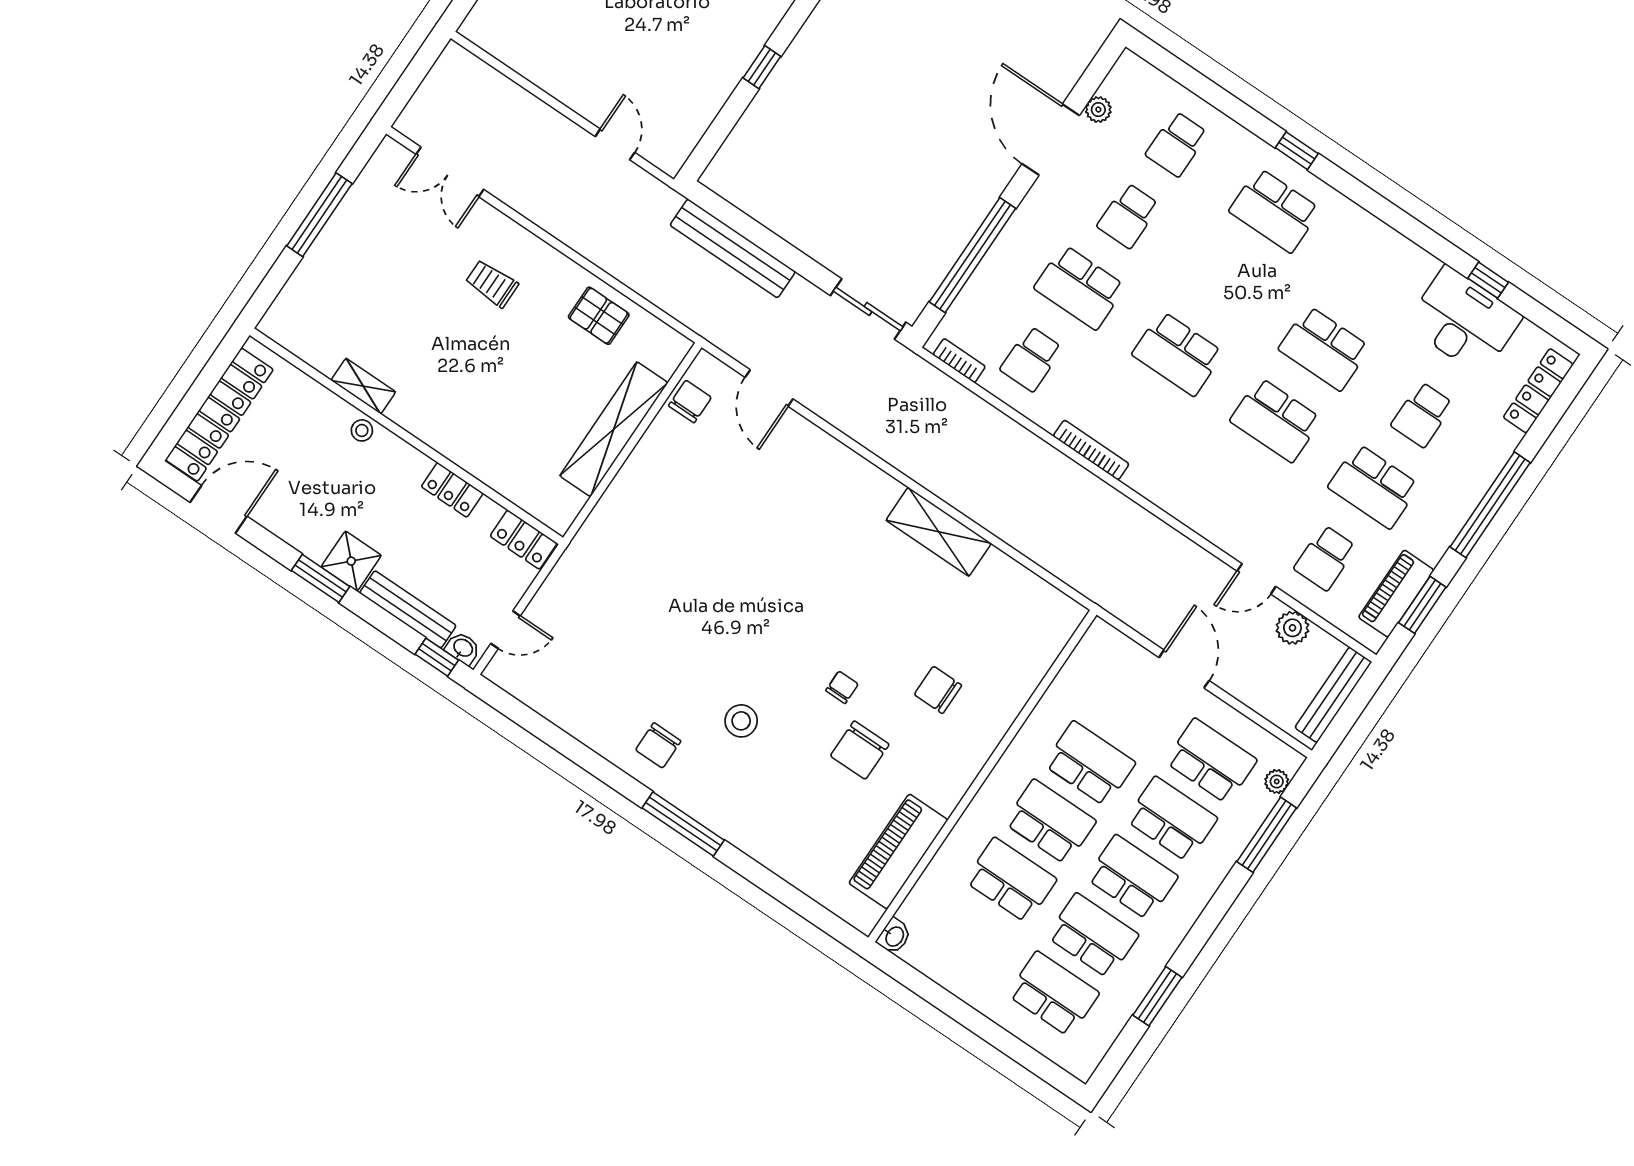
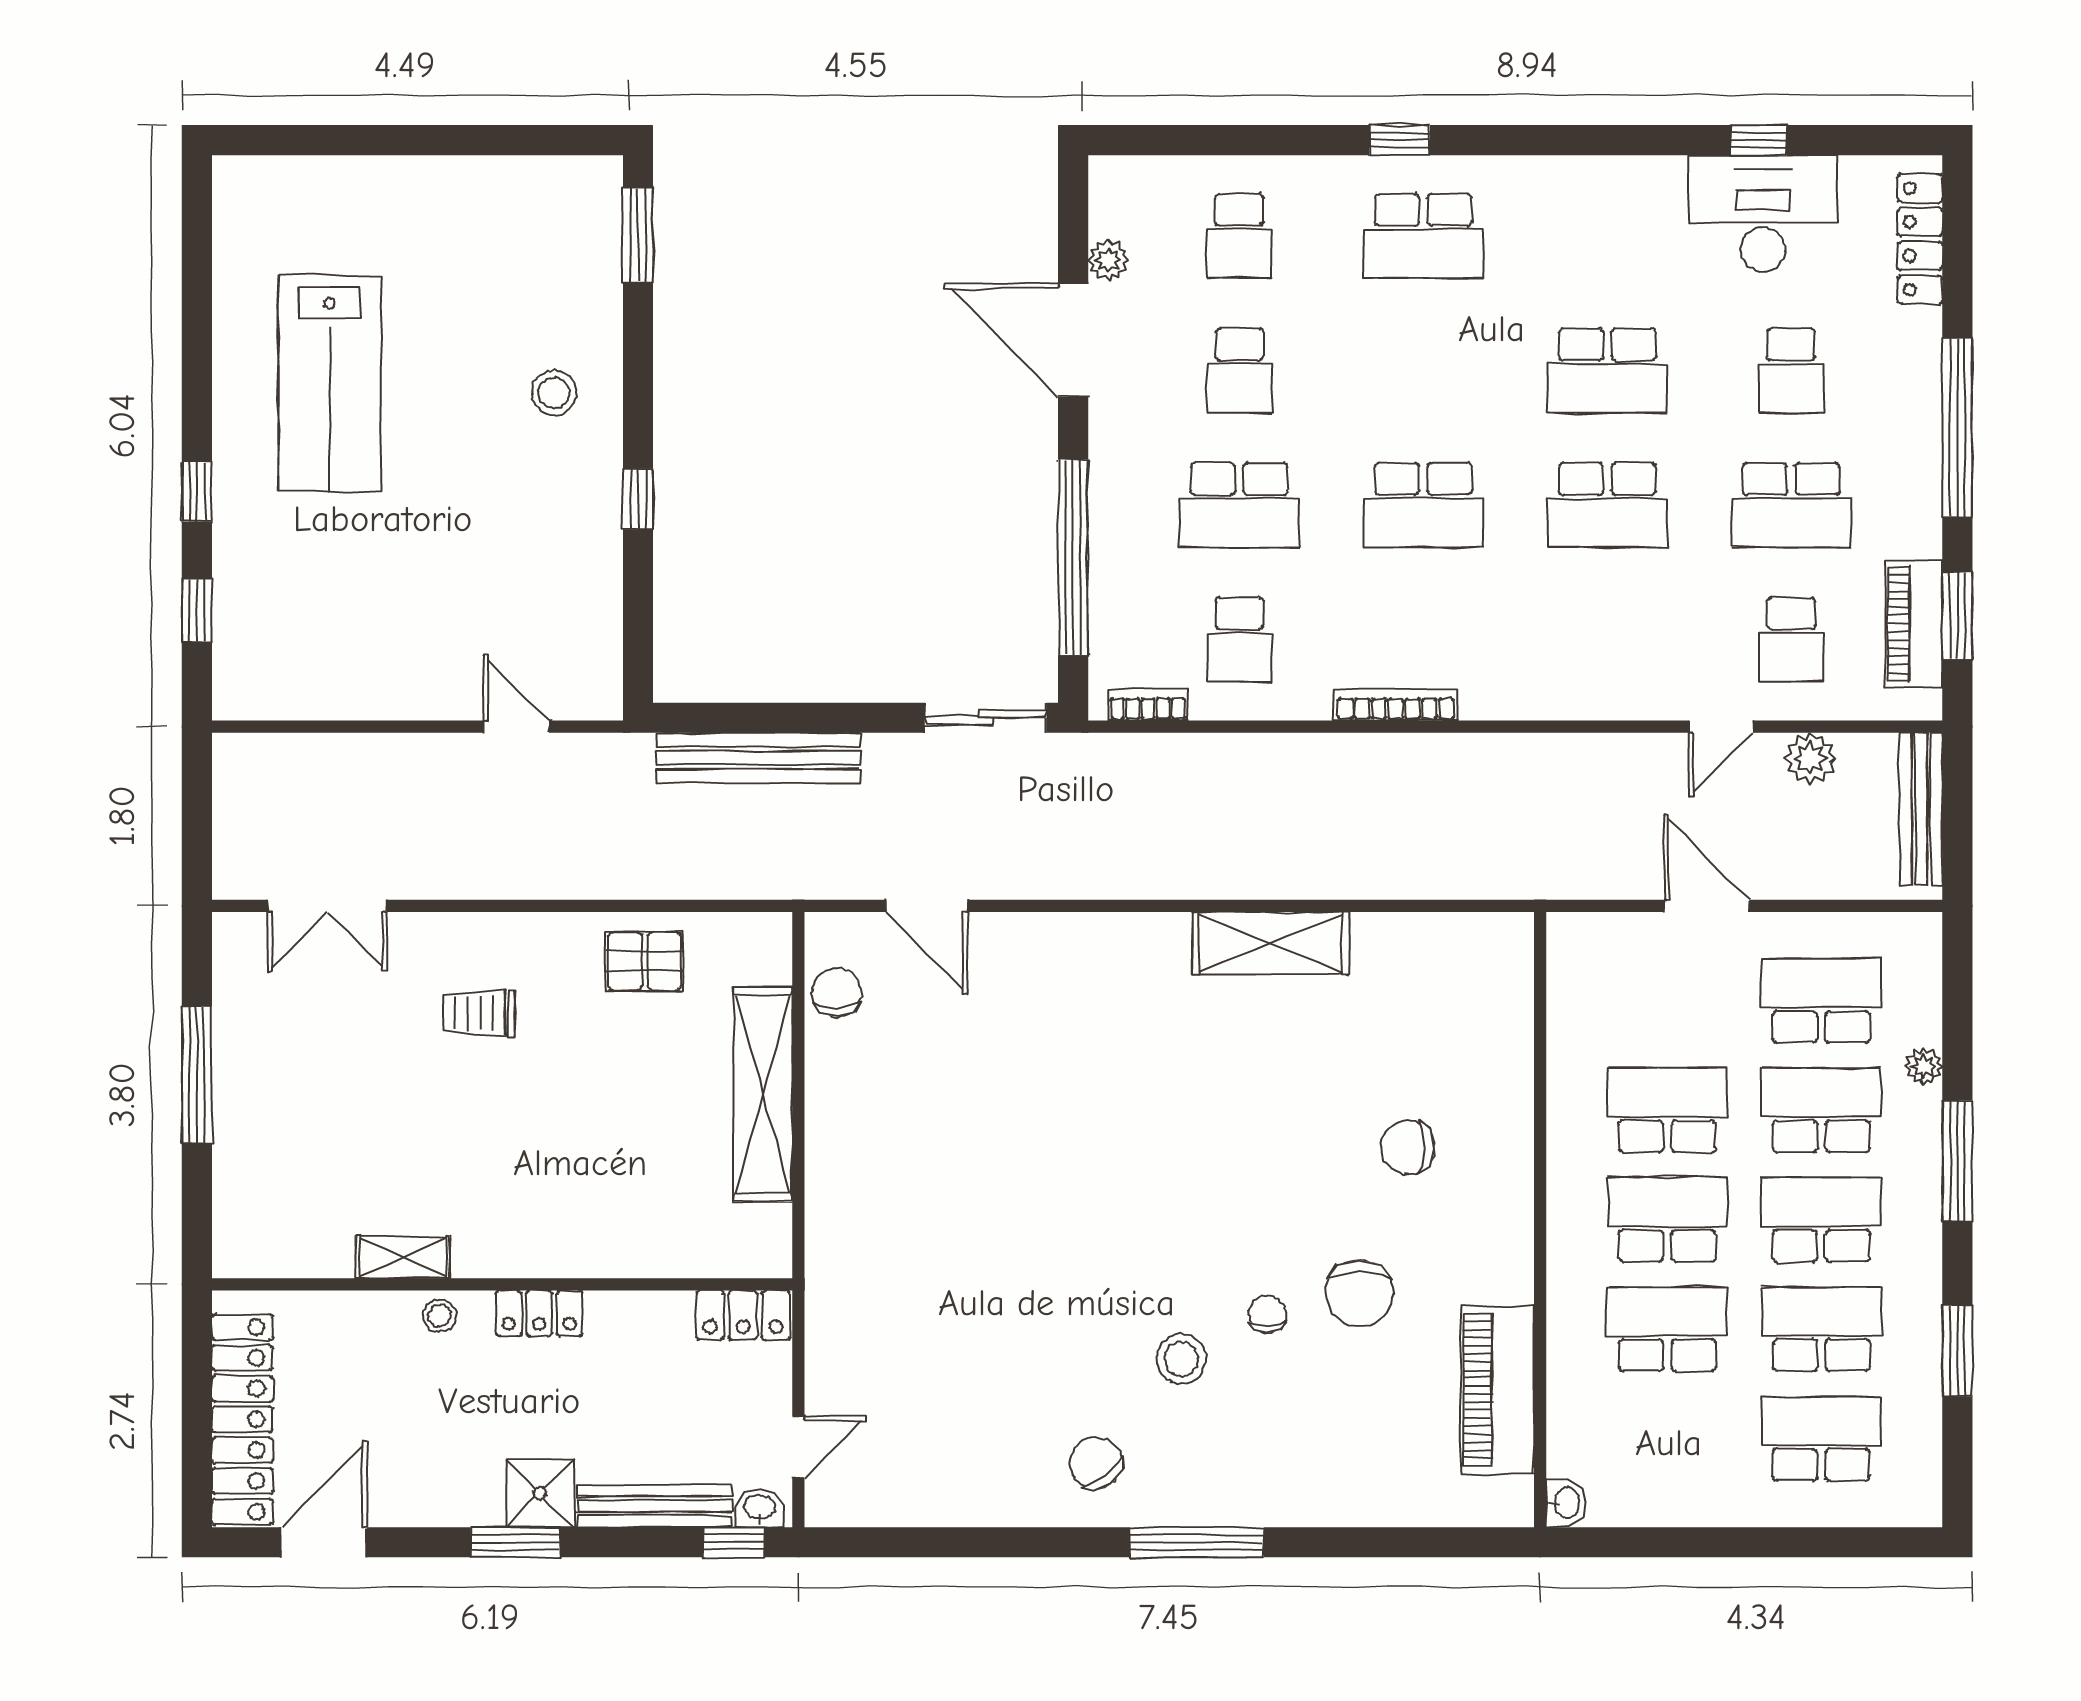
locker: (452, 490) -> (539, 1313), moved
chair: (842, 687) -> (1267, 1314), moved
chair: (658, 745) -> (1096, 1463), turned 143
plant: (1277, 781) -> (1924, 1066), moved
window: (1267, 835) -> (1957, 1161), moved

